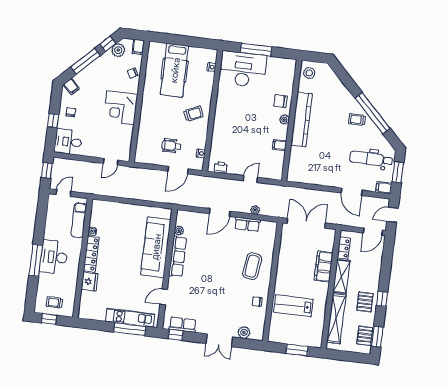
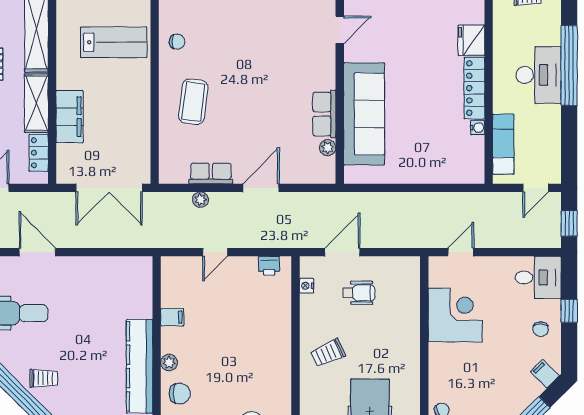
corner desk: (121, 108) -> (455, 315), moved
row of seats: (178, 256) -> (324, 114), width x0.68
window: (36, 260) -> (569, 66), width x1.46

